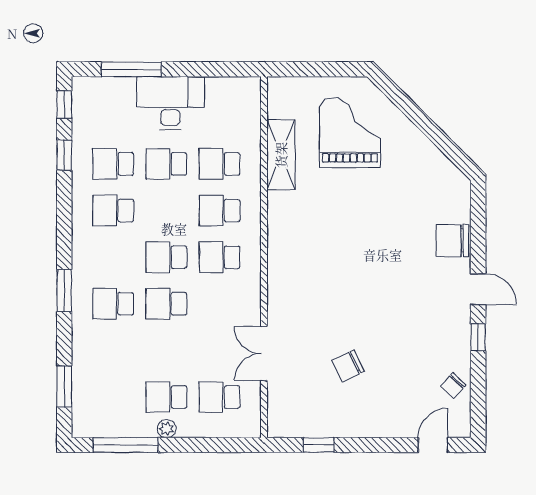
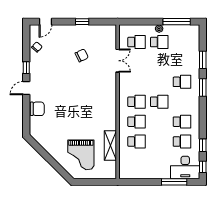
desk: (170, 103) -> (185, 167), moved
school desk: (166, 164) -> (159, 142), removed
door: (478, 289) -> (26, 88), hinge flipped
school desk: (166, 304) -> (159, 82), removed
window: (64, 387) -> (203, 60), moved
window: (319, 445) -> (82, 22), moved

